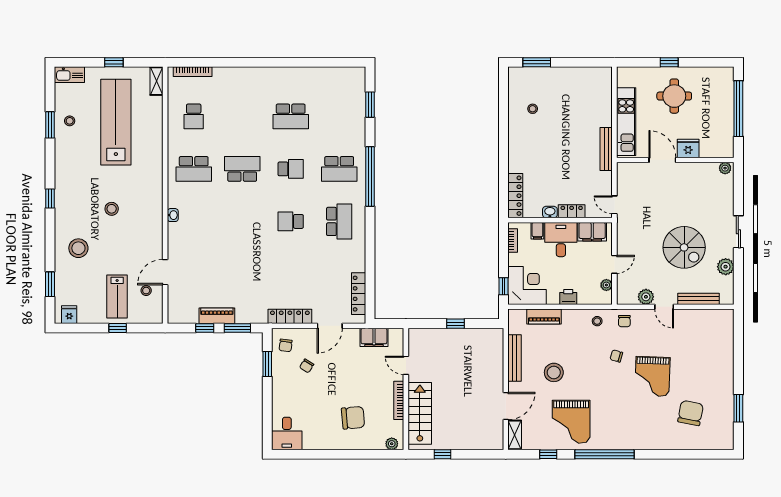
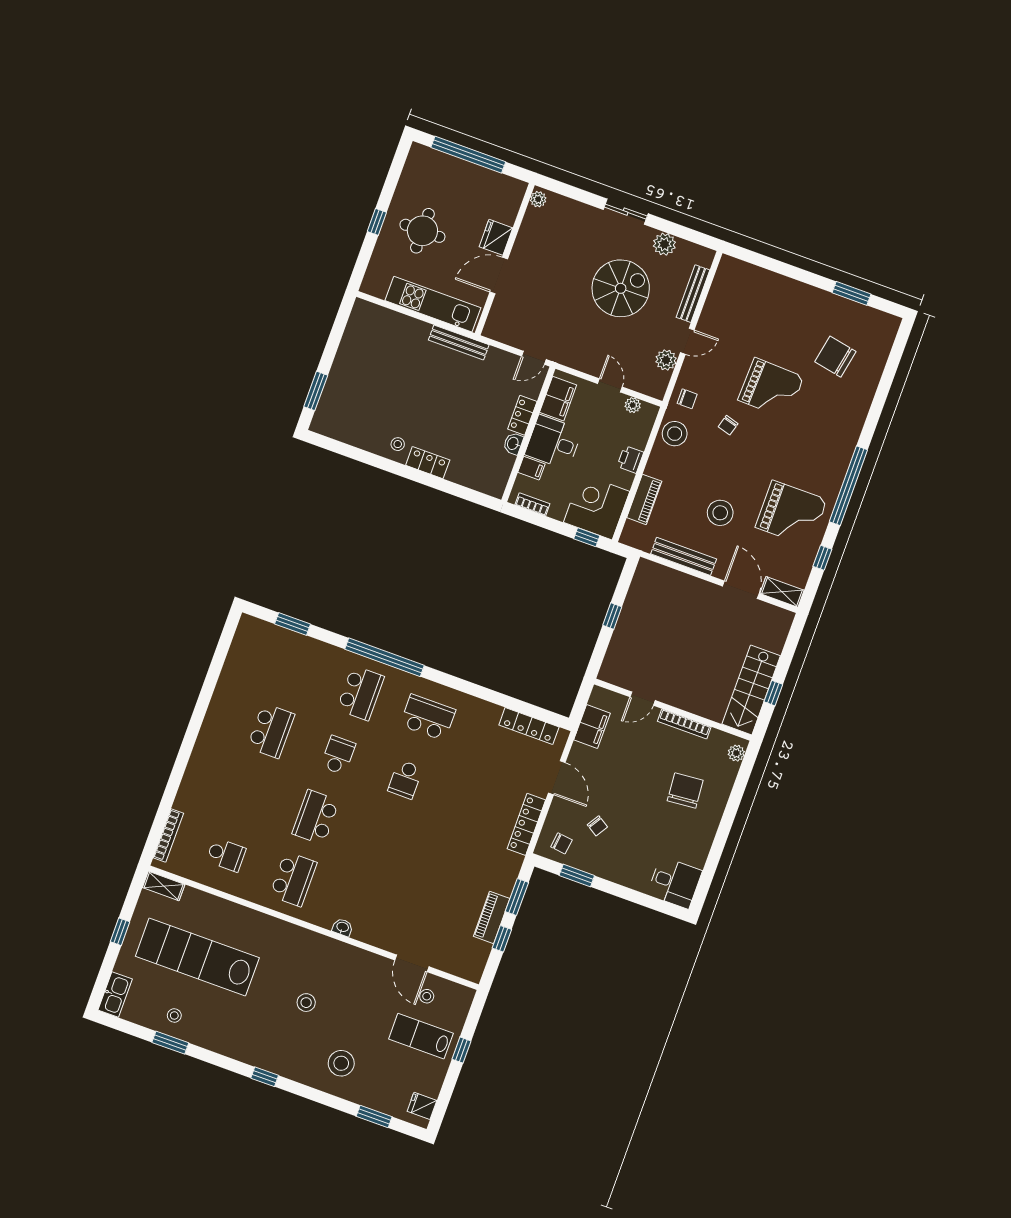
stool: (533, 109) -> (398, 444), moved
locker: (515, 196) -> (428, 463), moved, width x0.66
lab bench: (117, 297) -> (421, 1036), turned 180
stool: (597, 321) -> (675, 434), width x1.89, depth x1.89
stairs: (420, 413) -> (751, 690), moved, turned -90

